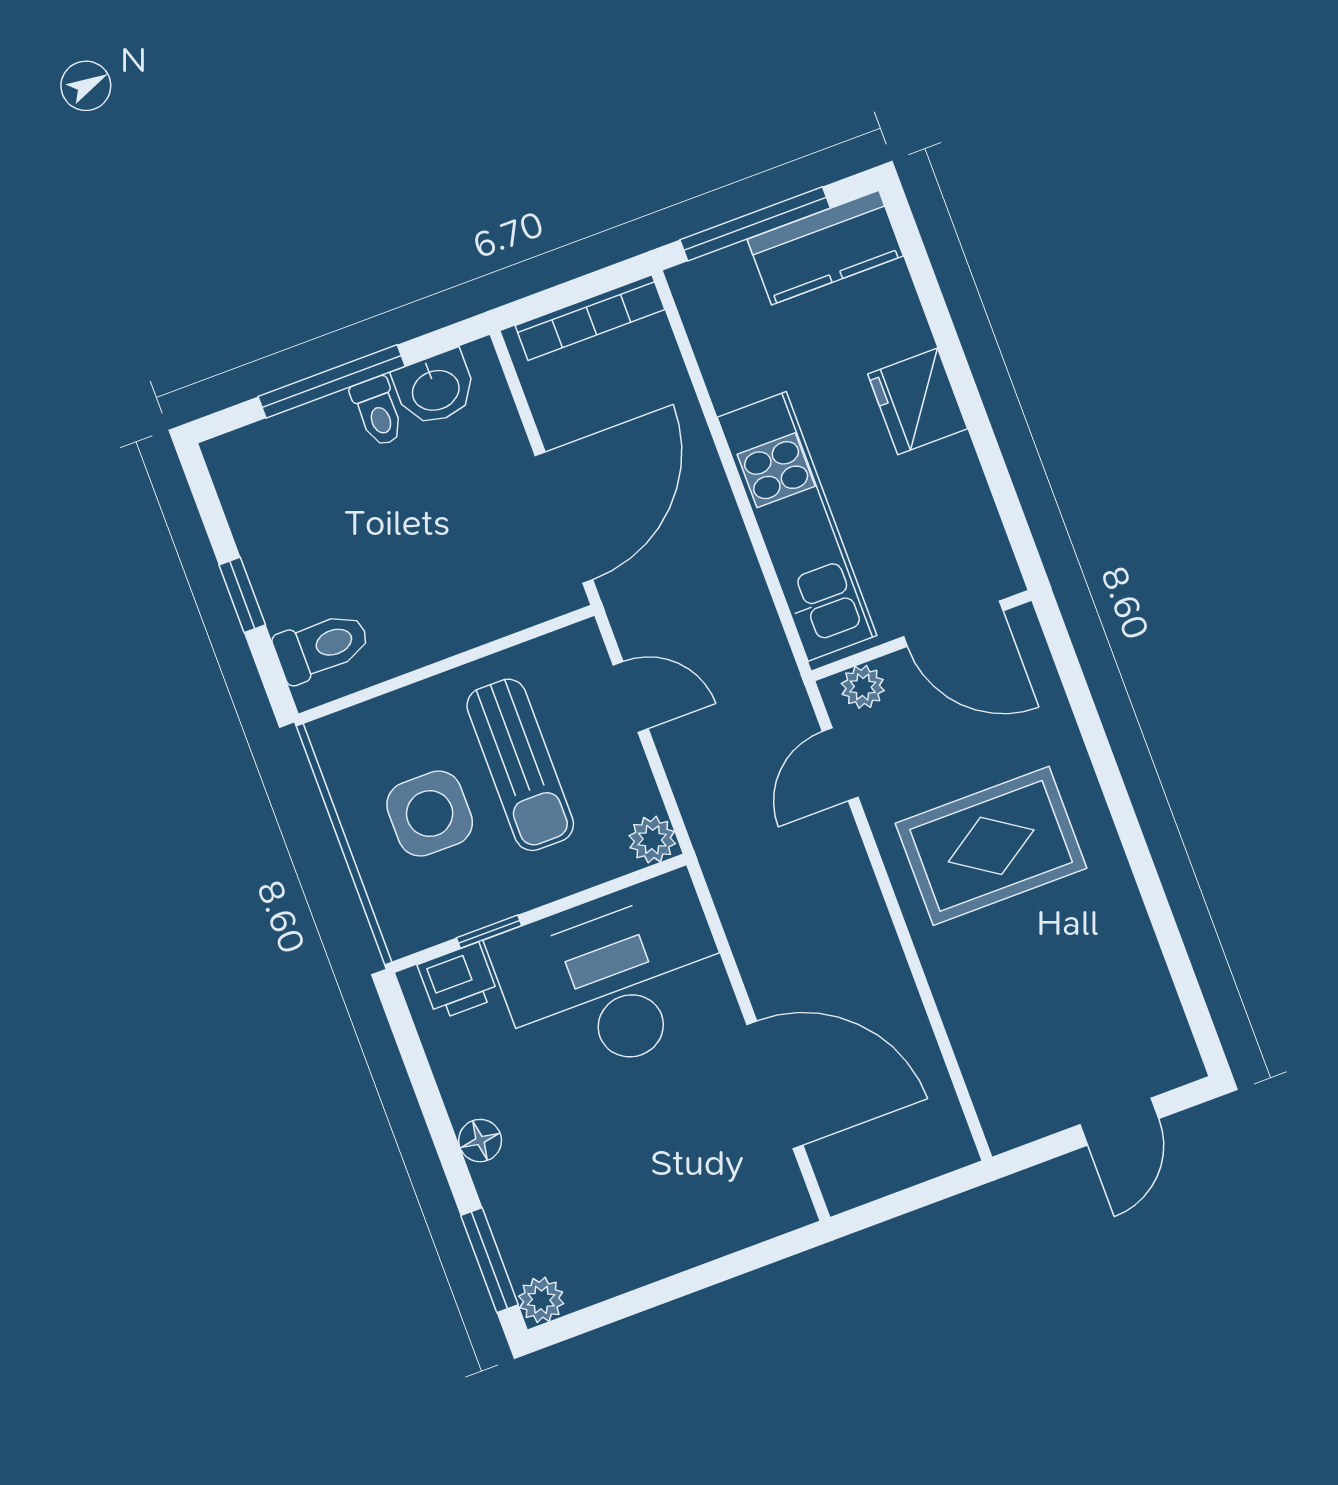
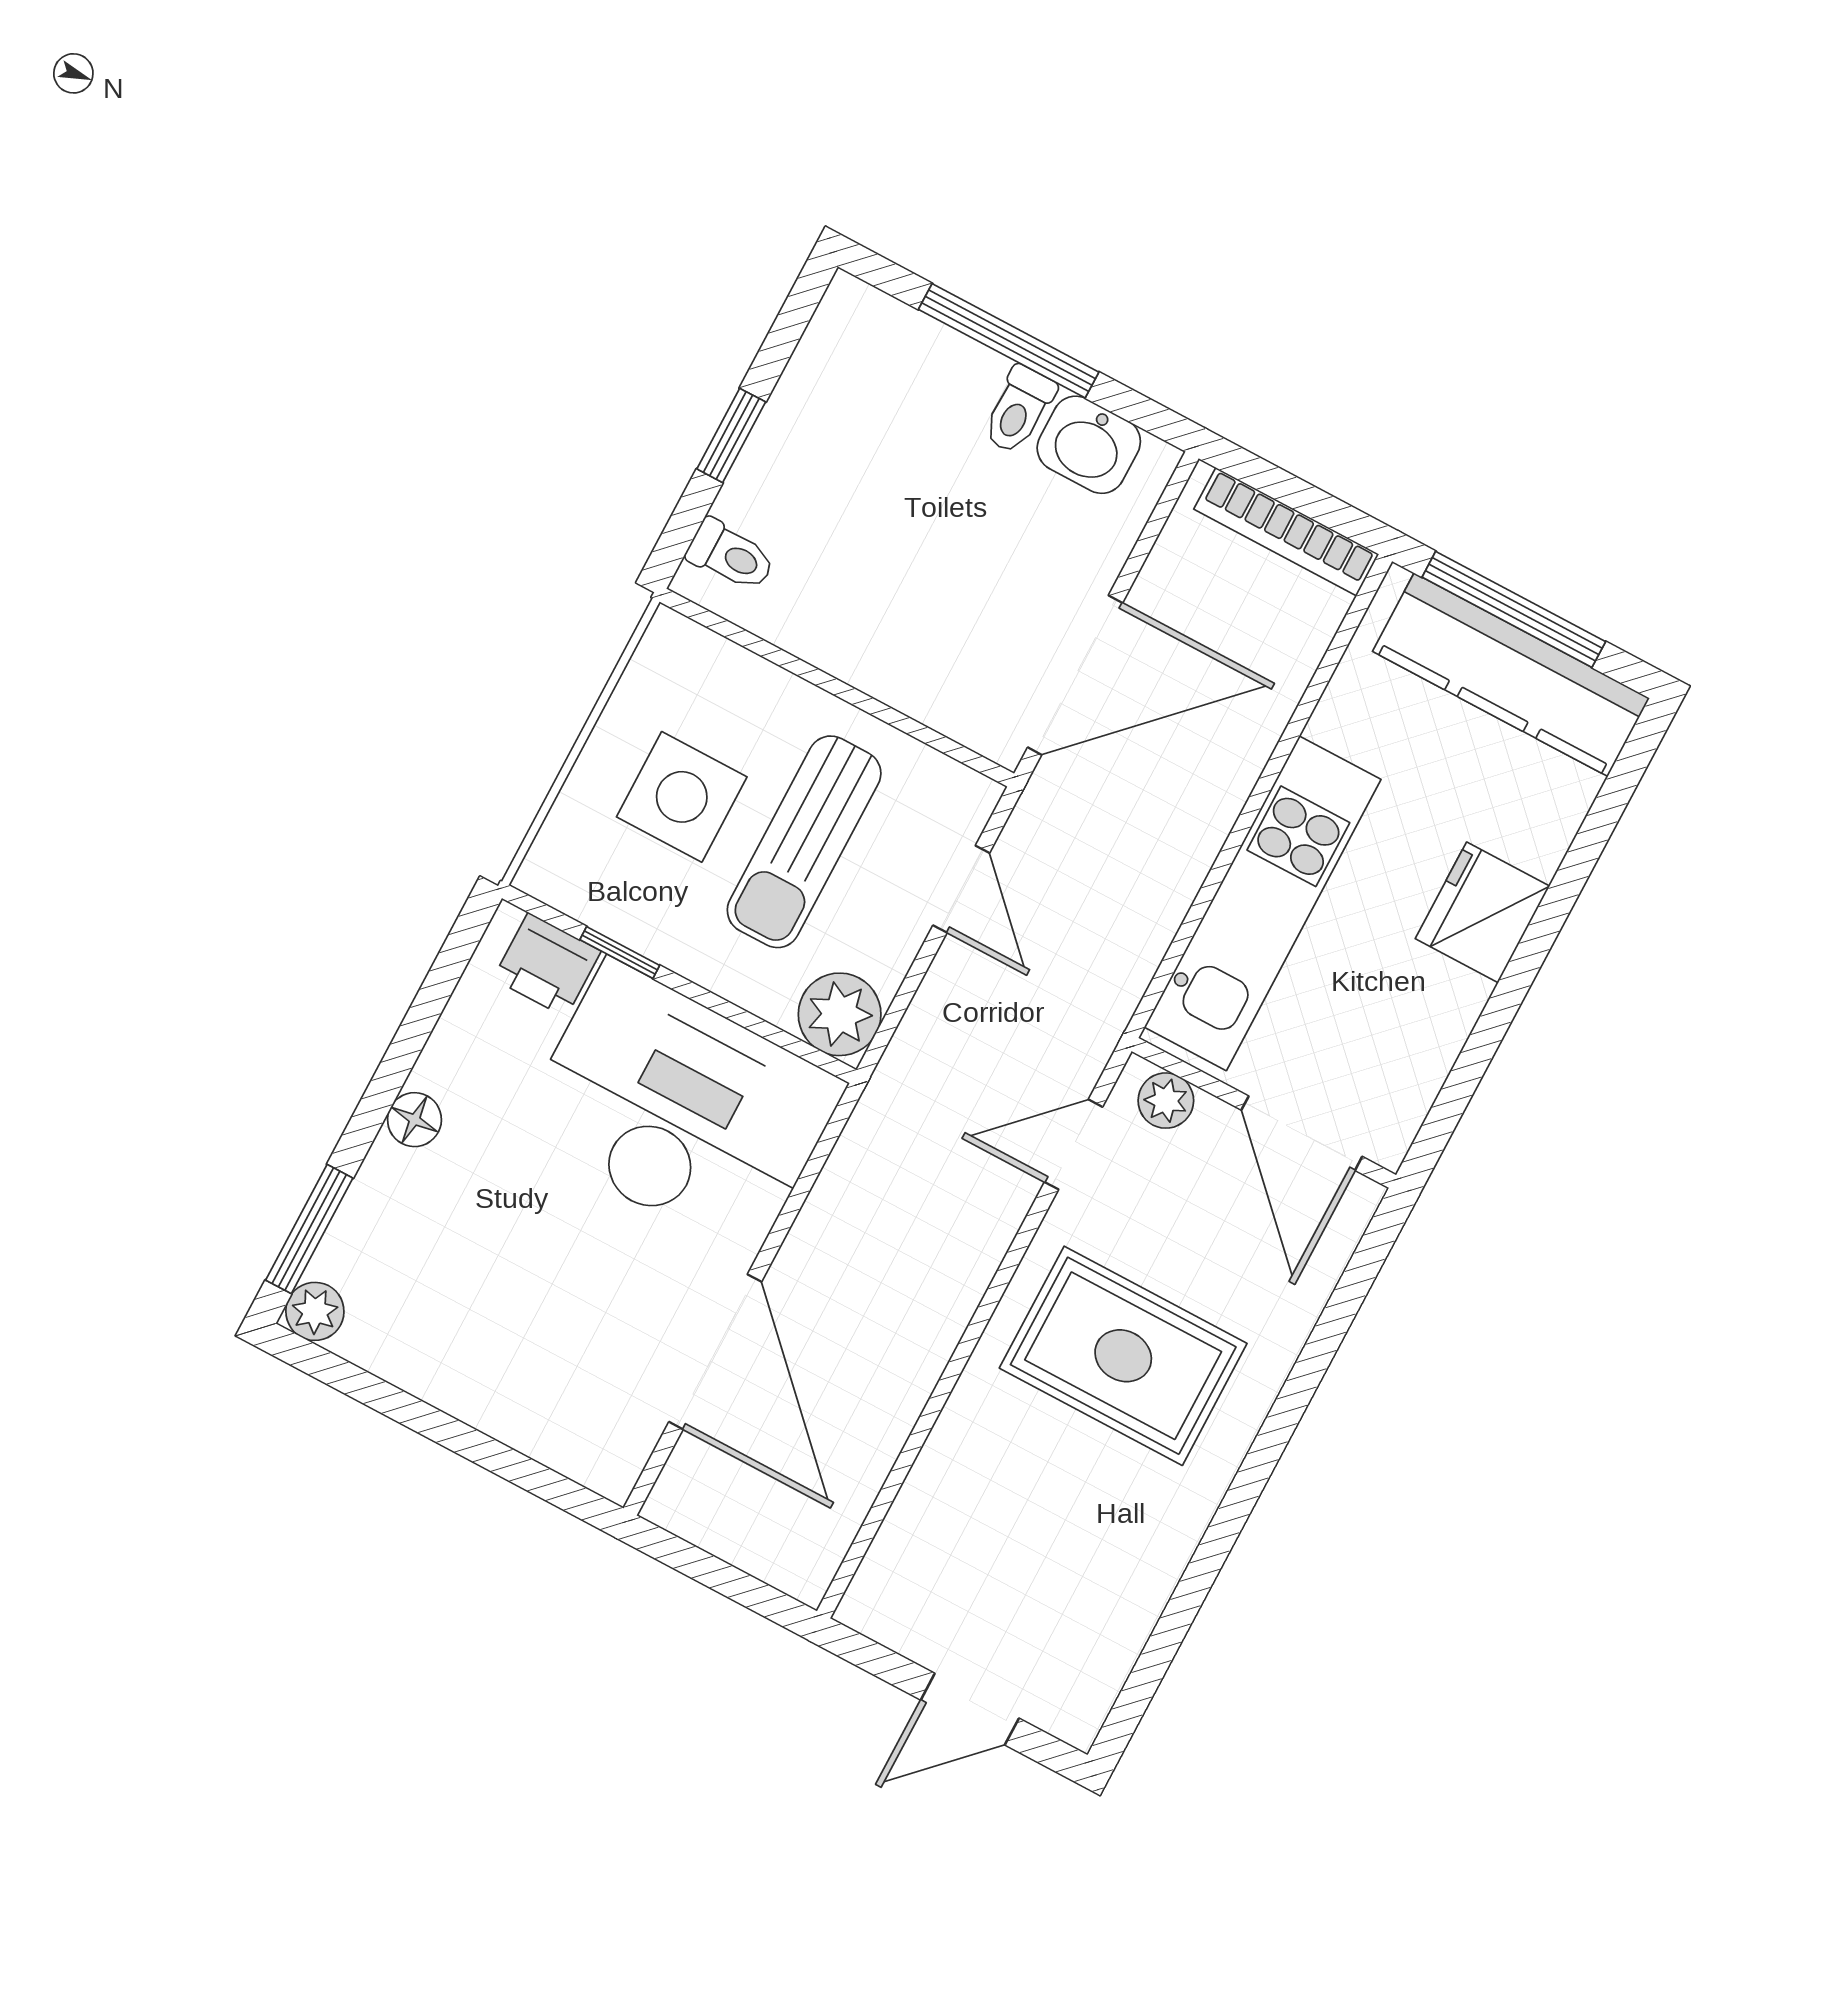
kitchen counter: (825, 248) -> (1511, 675), width x1.50
toilet: (322, 647) -> (731, 555), width x0.73, depth x0.72
plant: (652, 840) -> (840, 1014), width x1.38, depth x1.38

